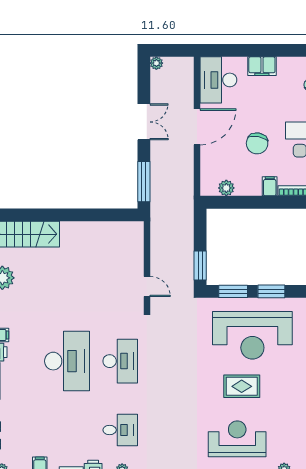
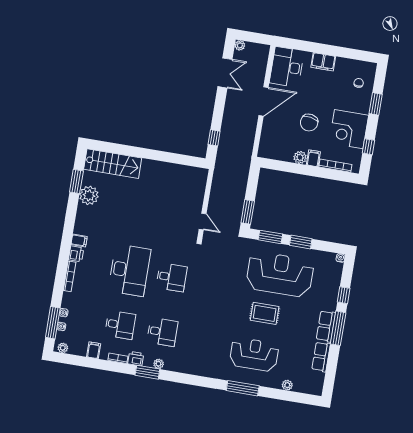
double door: (144, 122) -> (225, 73), moved
window: (144, 182) -> (214, 138), width x0.46
plant: (226, 188) -> (300, 157), moved
reception desk: (252, 335) -> (280, 274), turned 180
desk: (120, 361) -> (171, 277), width x0.73
desk: (67, 430) -> (120, 325), added

